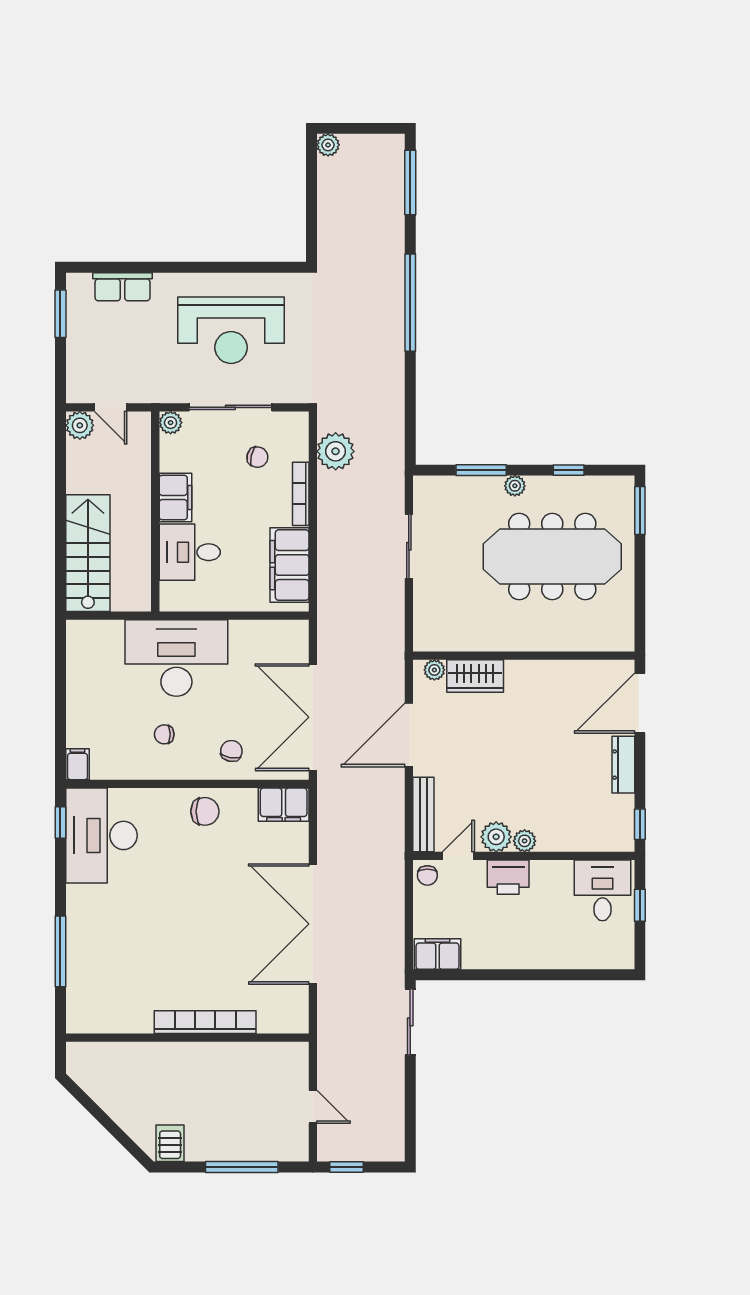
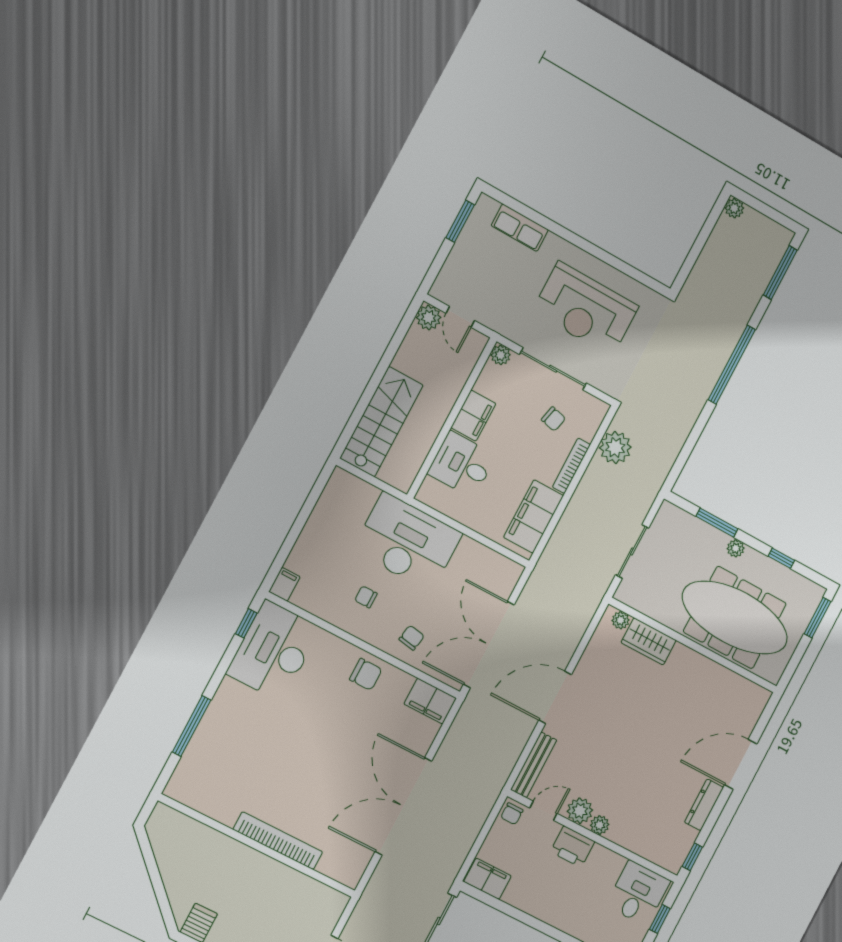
wall: (524, 656) -> (693, 645), moved
plant: (434, 670) -> (621, 620), moved
wardrobe: (475, 676) -> (649, 641), moved

